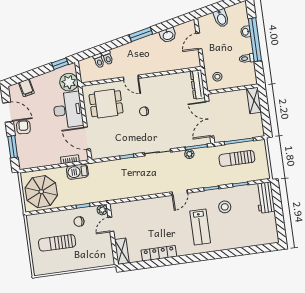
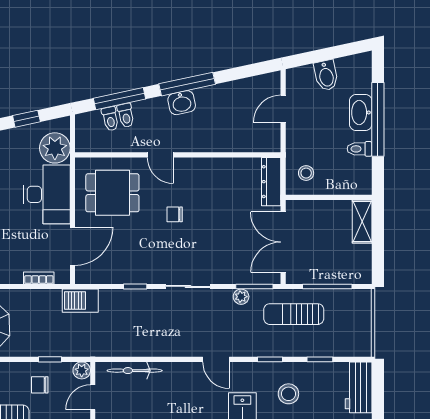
washbasin: (246, 32) -> (361, 112), width x1.91, depth x1.45
window: (141, 34) -> (187, 84), width x1.44
washbasin: (168, 35) -> (182, 103), moved
window: (103, 48) -> (120, 99), added
window: (60, 64) -> (26, 119), moved
door: (87, 138) -> (73, 246), swing flipped
sun lounger: (237, 158) -> (294, 314), moved
barbecue: (77, 172) -> (80, 301), moved
door: (180, 193) -> (216, 359), hinge flipped
bicycle: (133, 206) -> (135, 371), added

